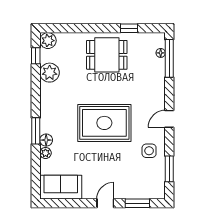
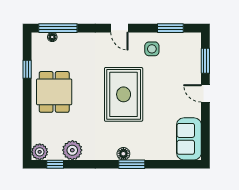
floor lamp: (46, 140) -> (123, 154), moved
plant: (45, 153) -> (154, 154), removed

